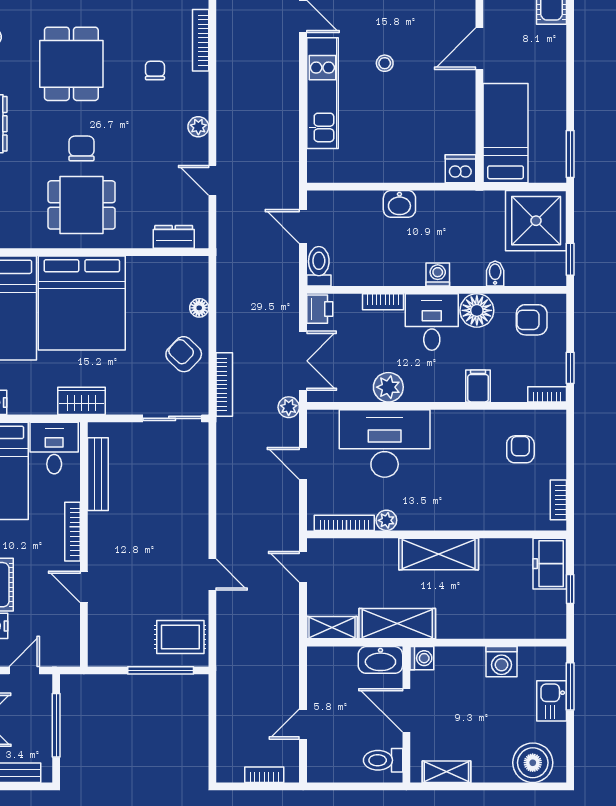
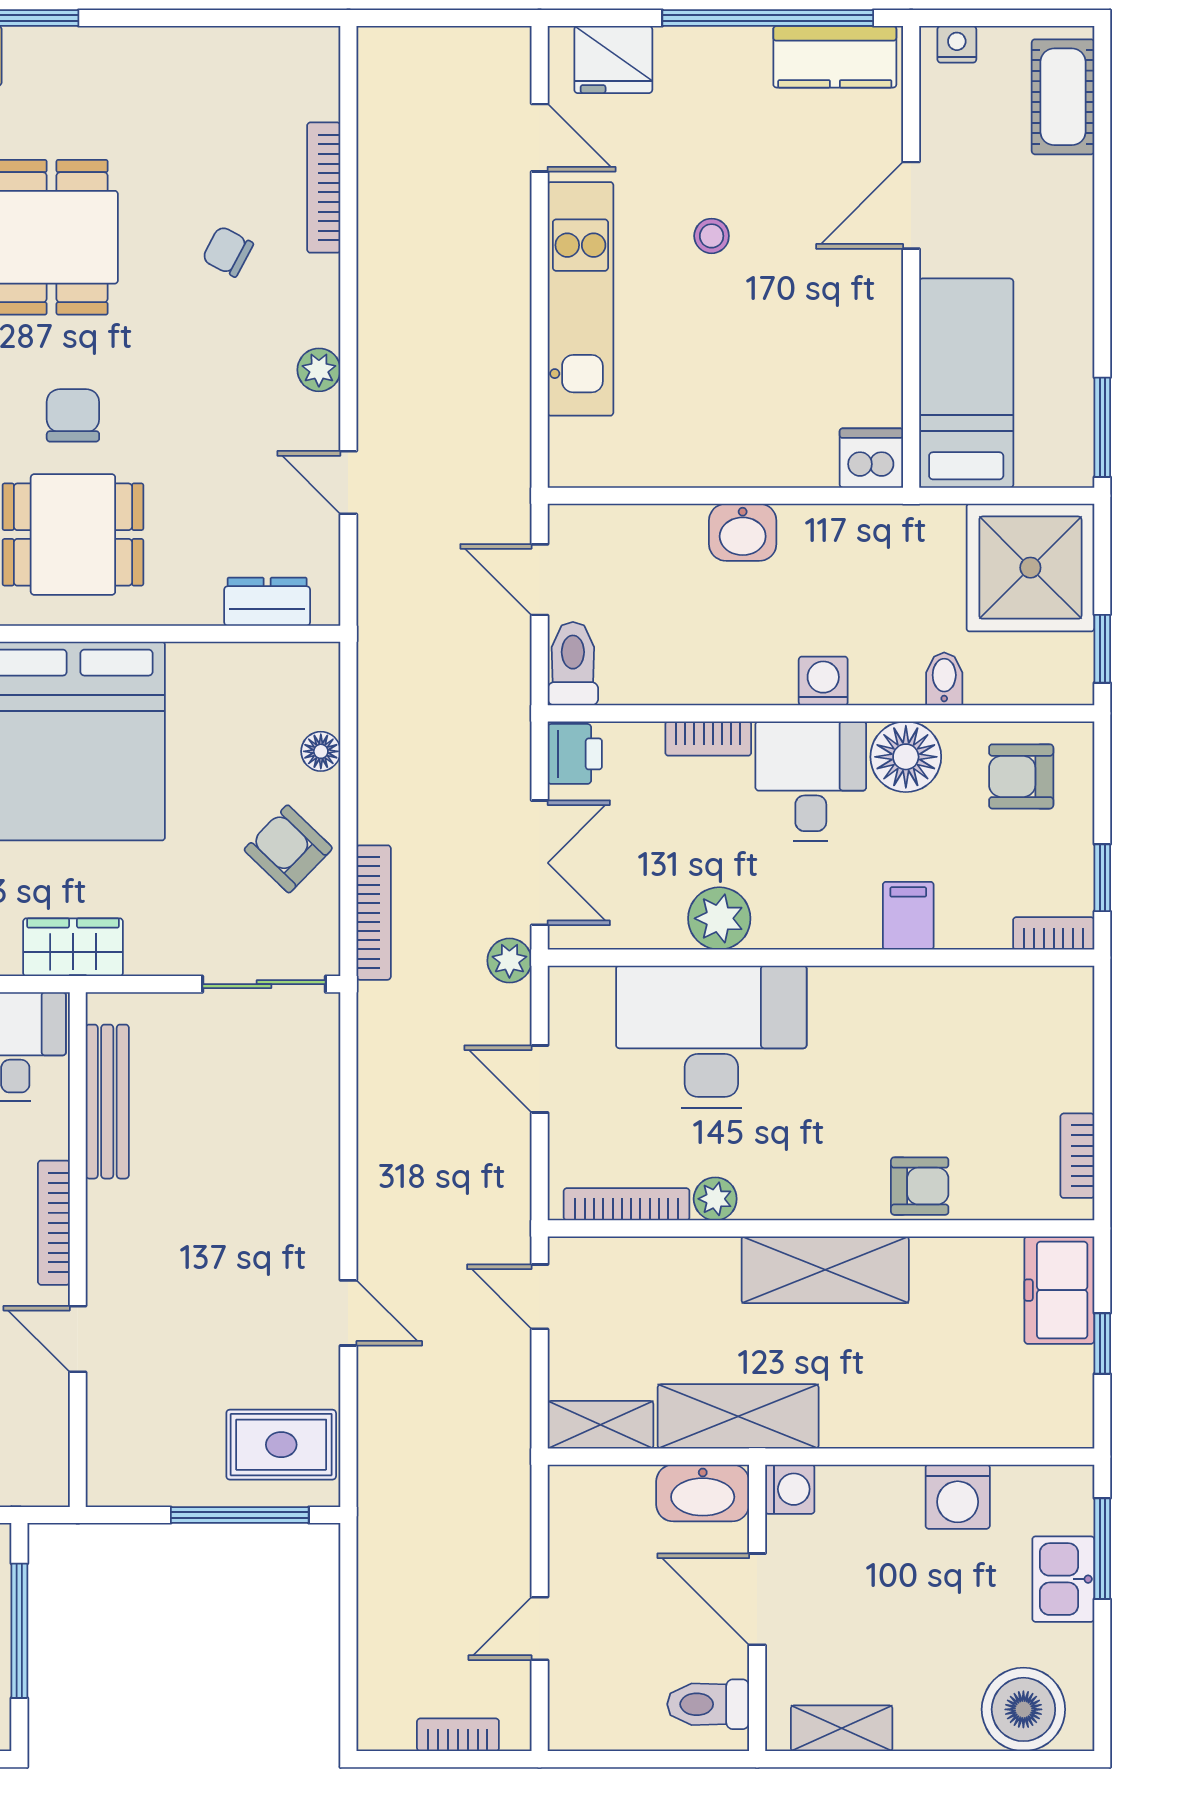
chair: (155, 71) -> (228, 251), turned -62
armchair: (520, 449) -> (920, 1186), moved, turned 90

